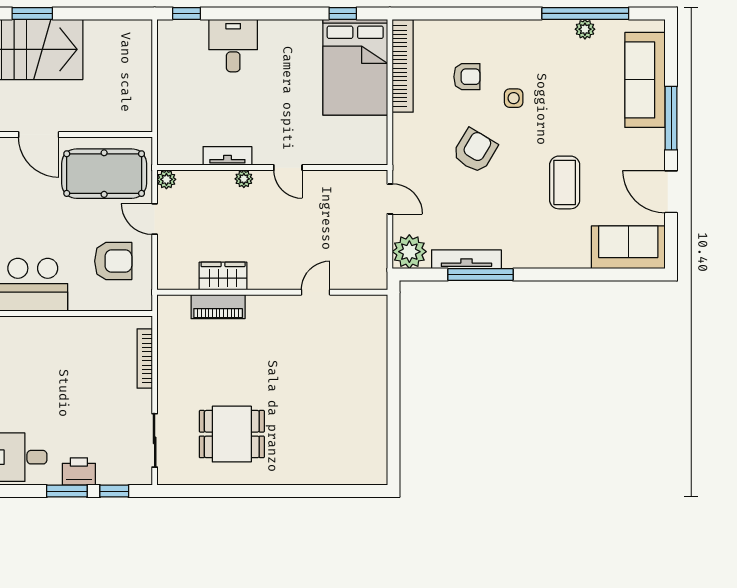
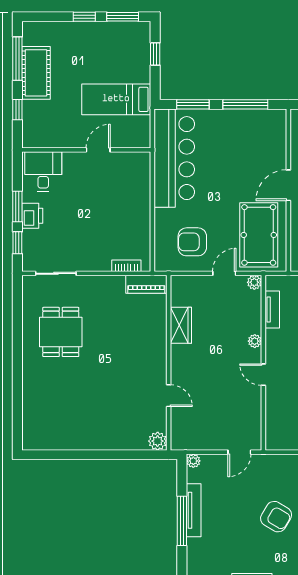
tv unit: (227, 156) -> (272, 309), moved
door: (288, 168) -> (263, 375), hinge flipped
plant: (409, 252) -> (193, 461), width x0.53, depth x0.53
armchair: (113, 261) -> (192, 242), turned 90
piano: (218, 307) -> (146, 284), moved, turned -90
plant: (375, 307) -> (158, 441), added
bookcase: (145, 358) -> (126, 266), width x0.64

